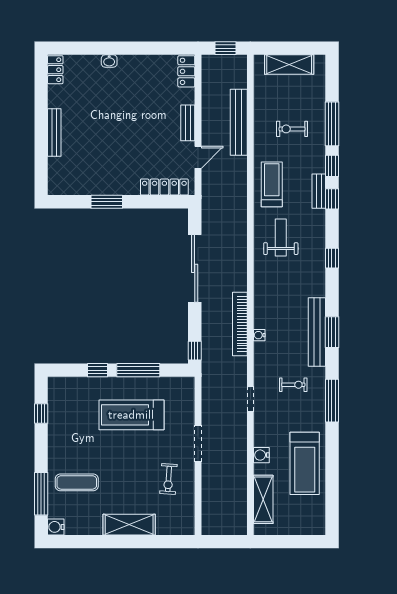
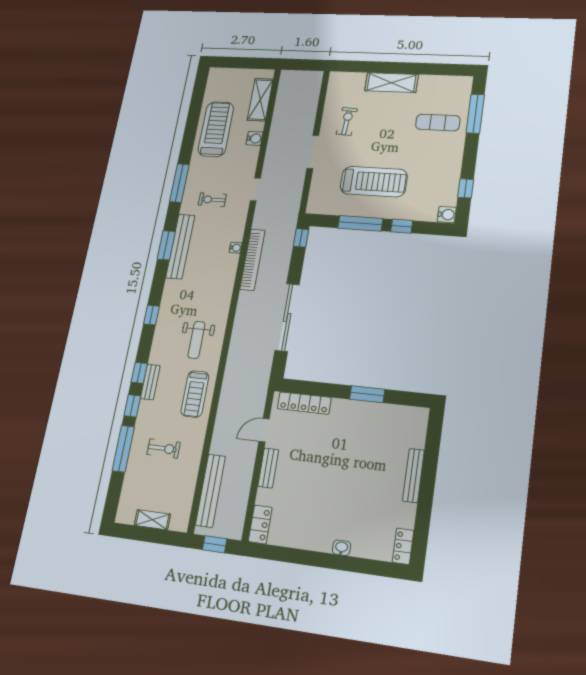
shelving: (289, 64) -> (152, 520), width x0.67, depth x0.75
bench: (239, 122) -> (210, 491), moved
water cooler: (56, 527) -> (447, 215), moved

